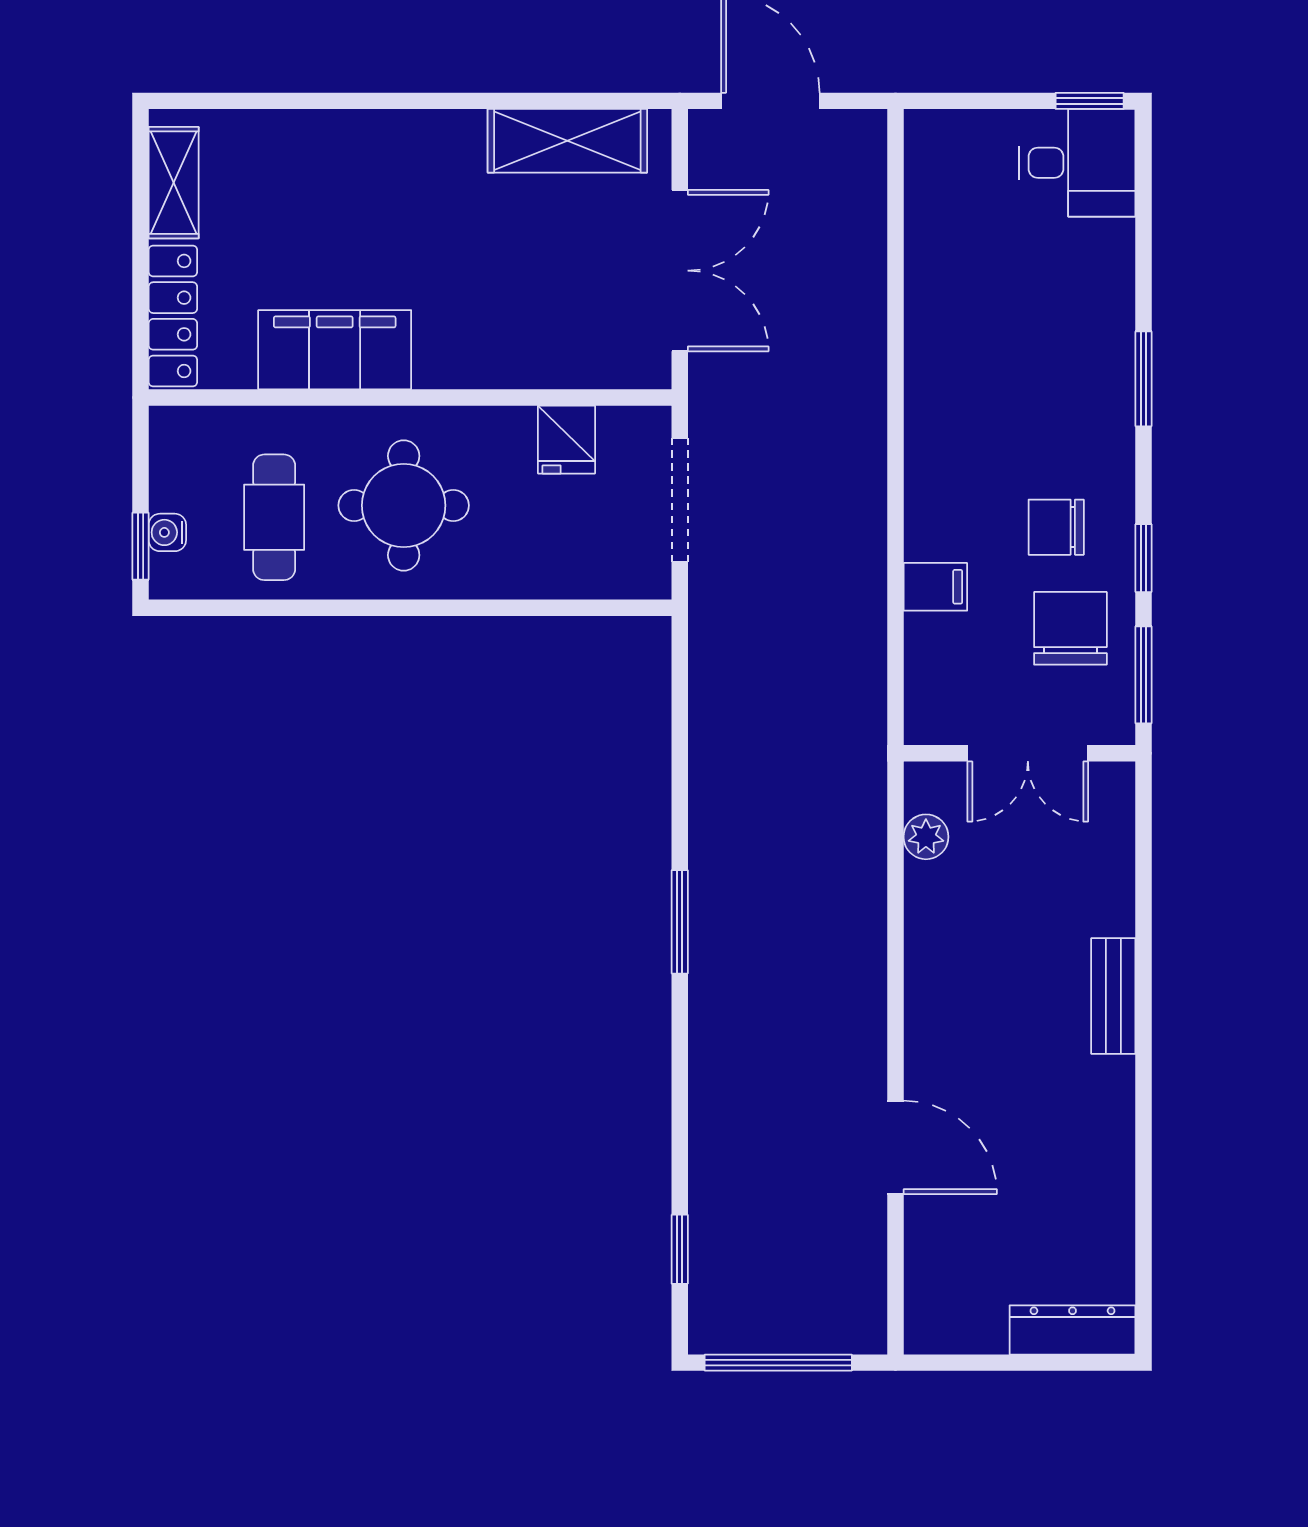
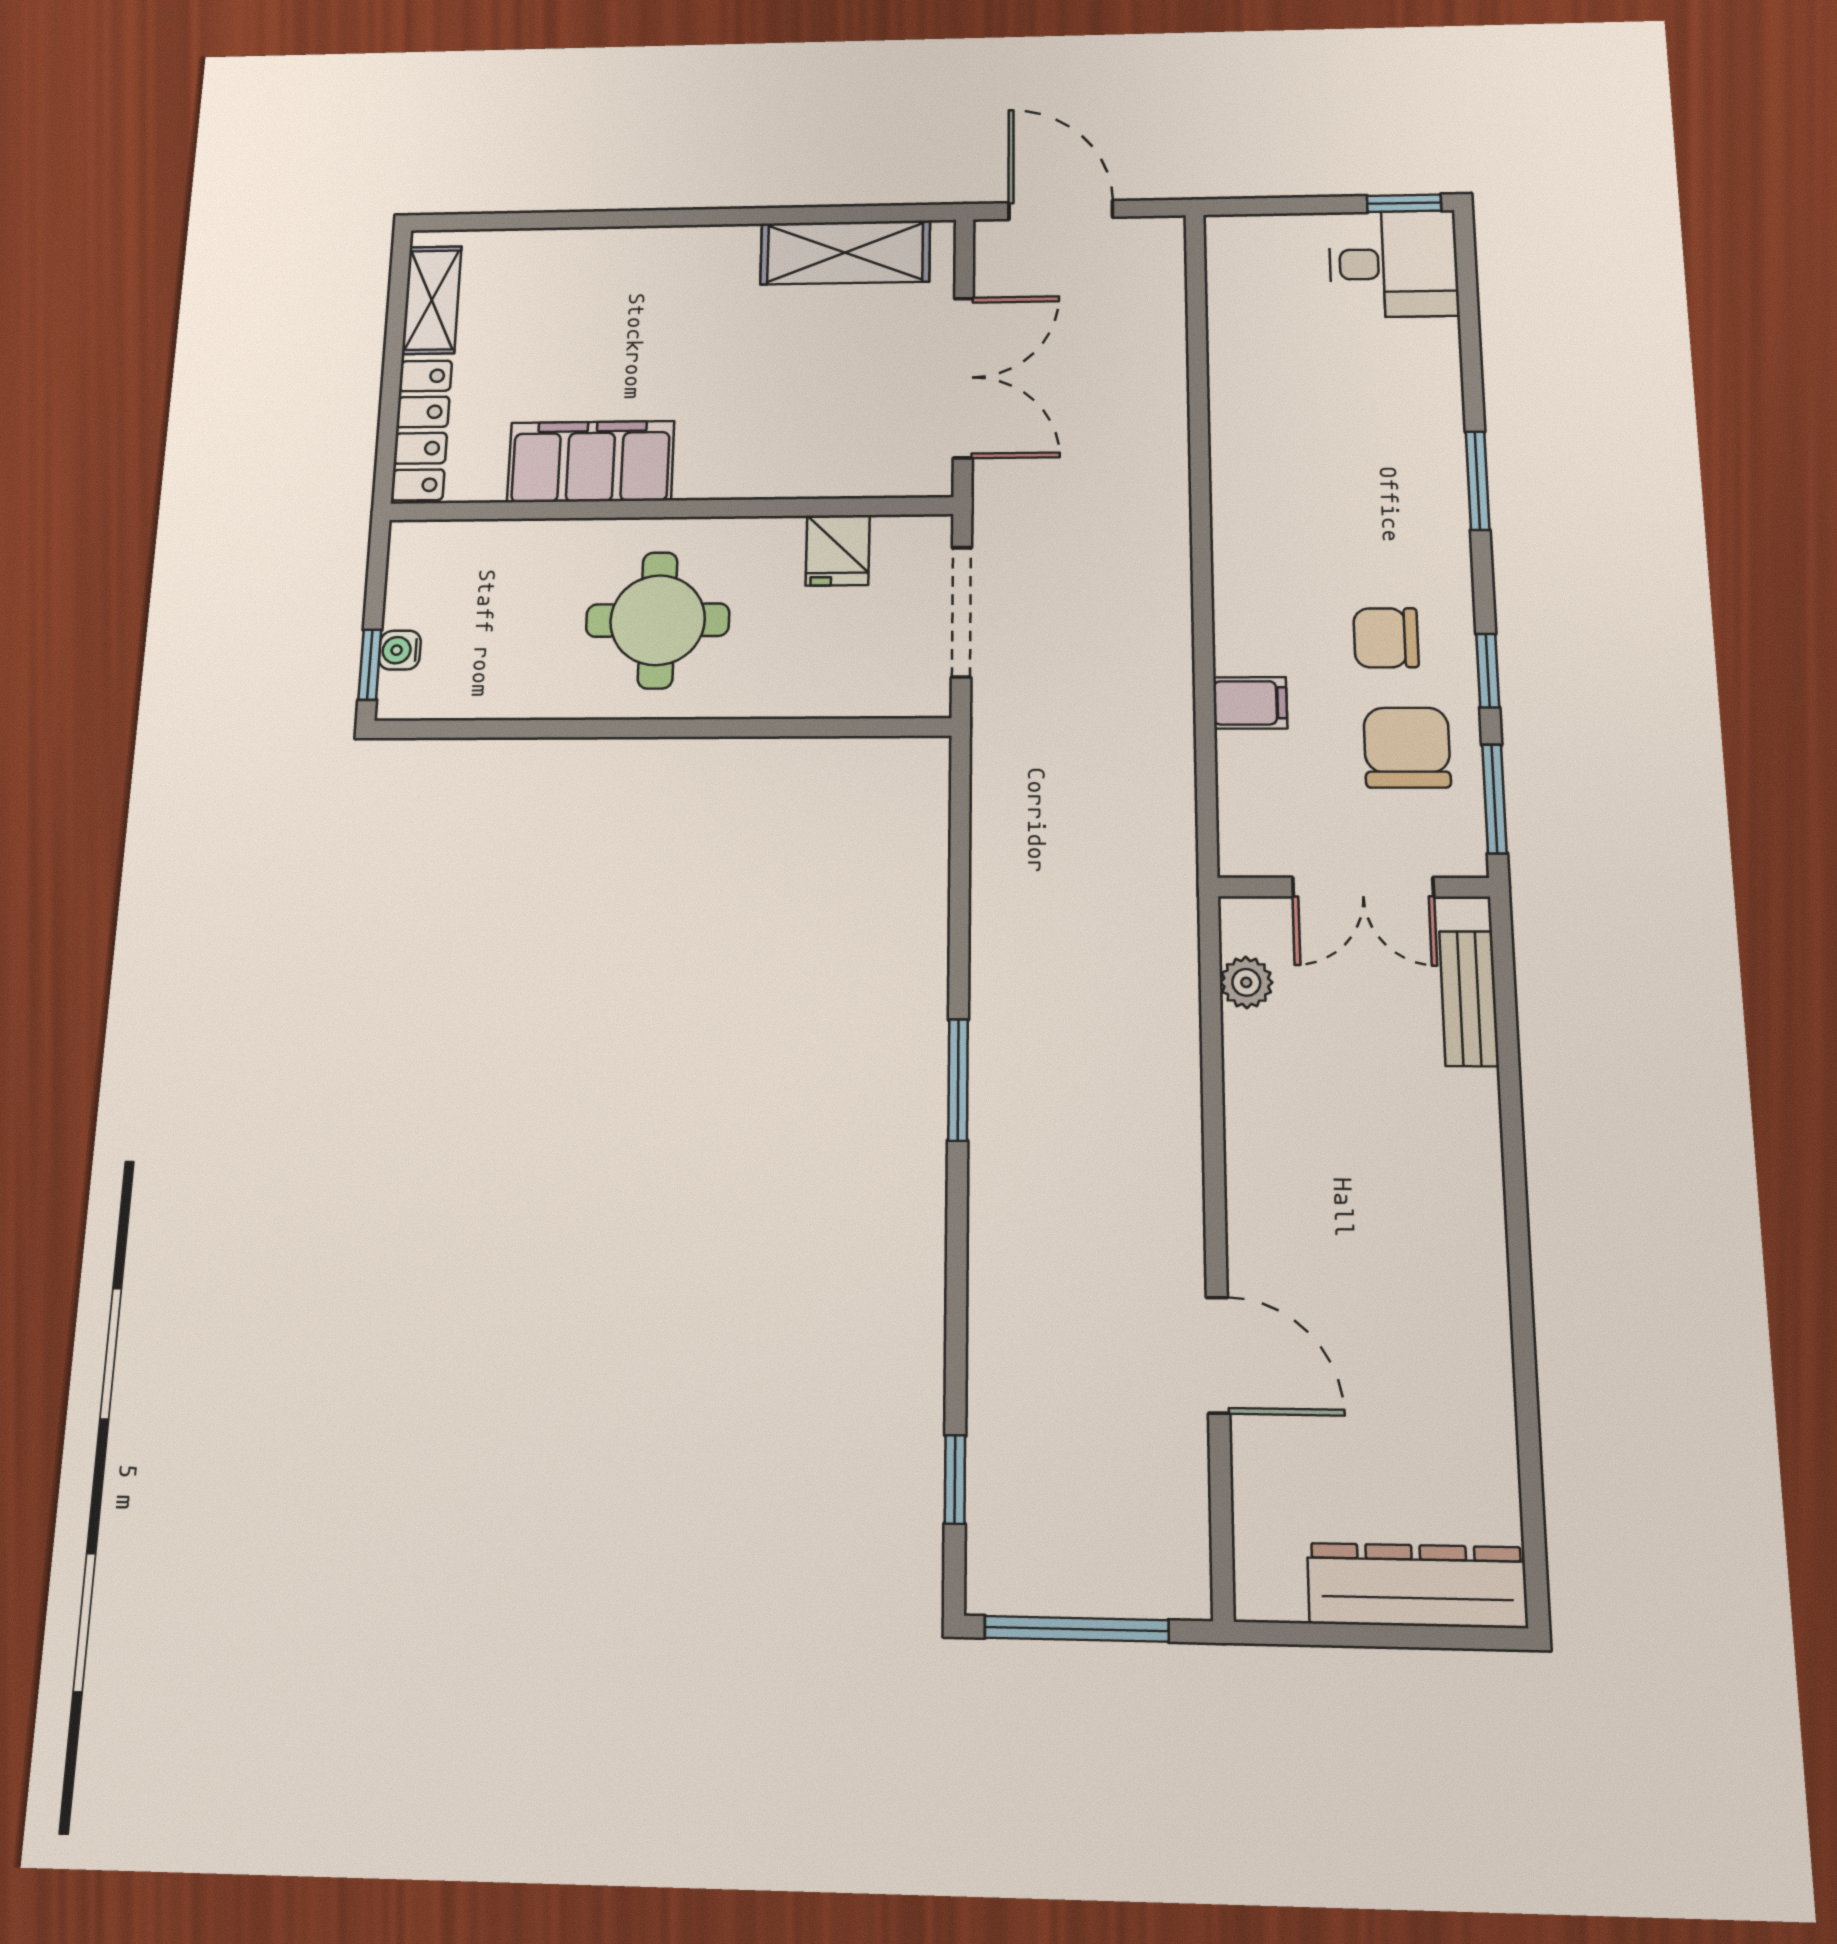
cafe table: (274, 517) -> (516, 634), removed
bench: (1113, 996) -> (1469, 998), moved
dresser: (1073, 1330) -> (1417, 1585), width x1.37, depth x1.24

